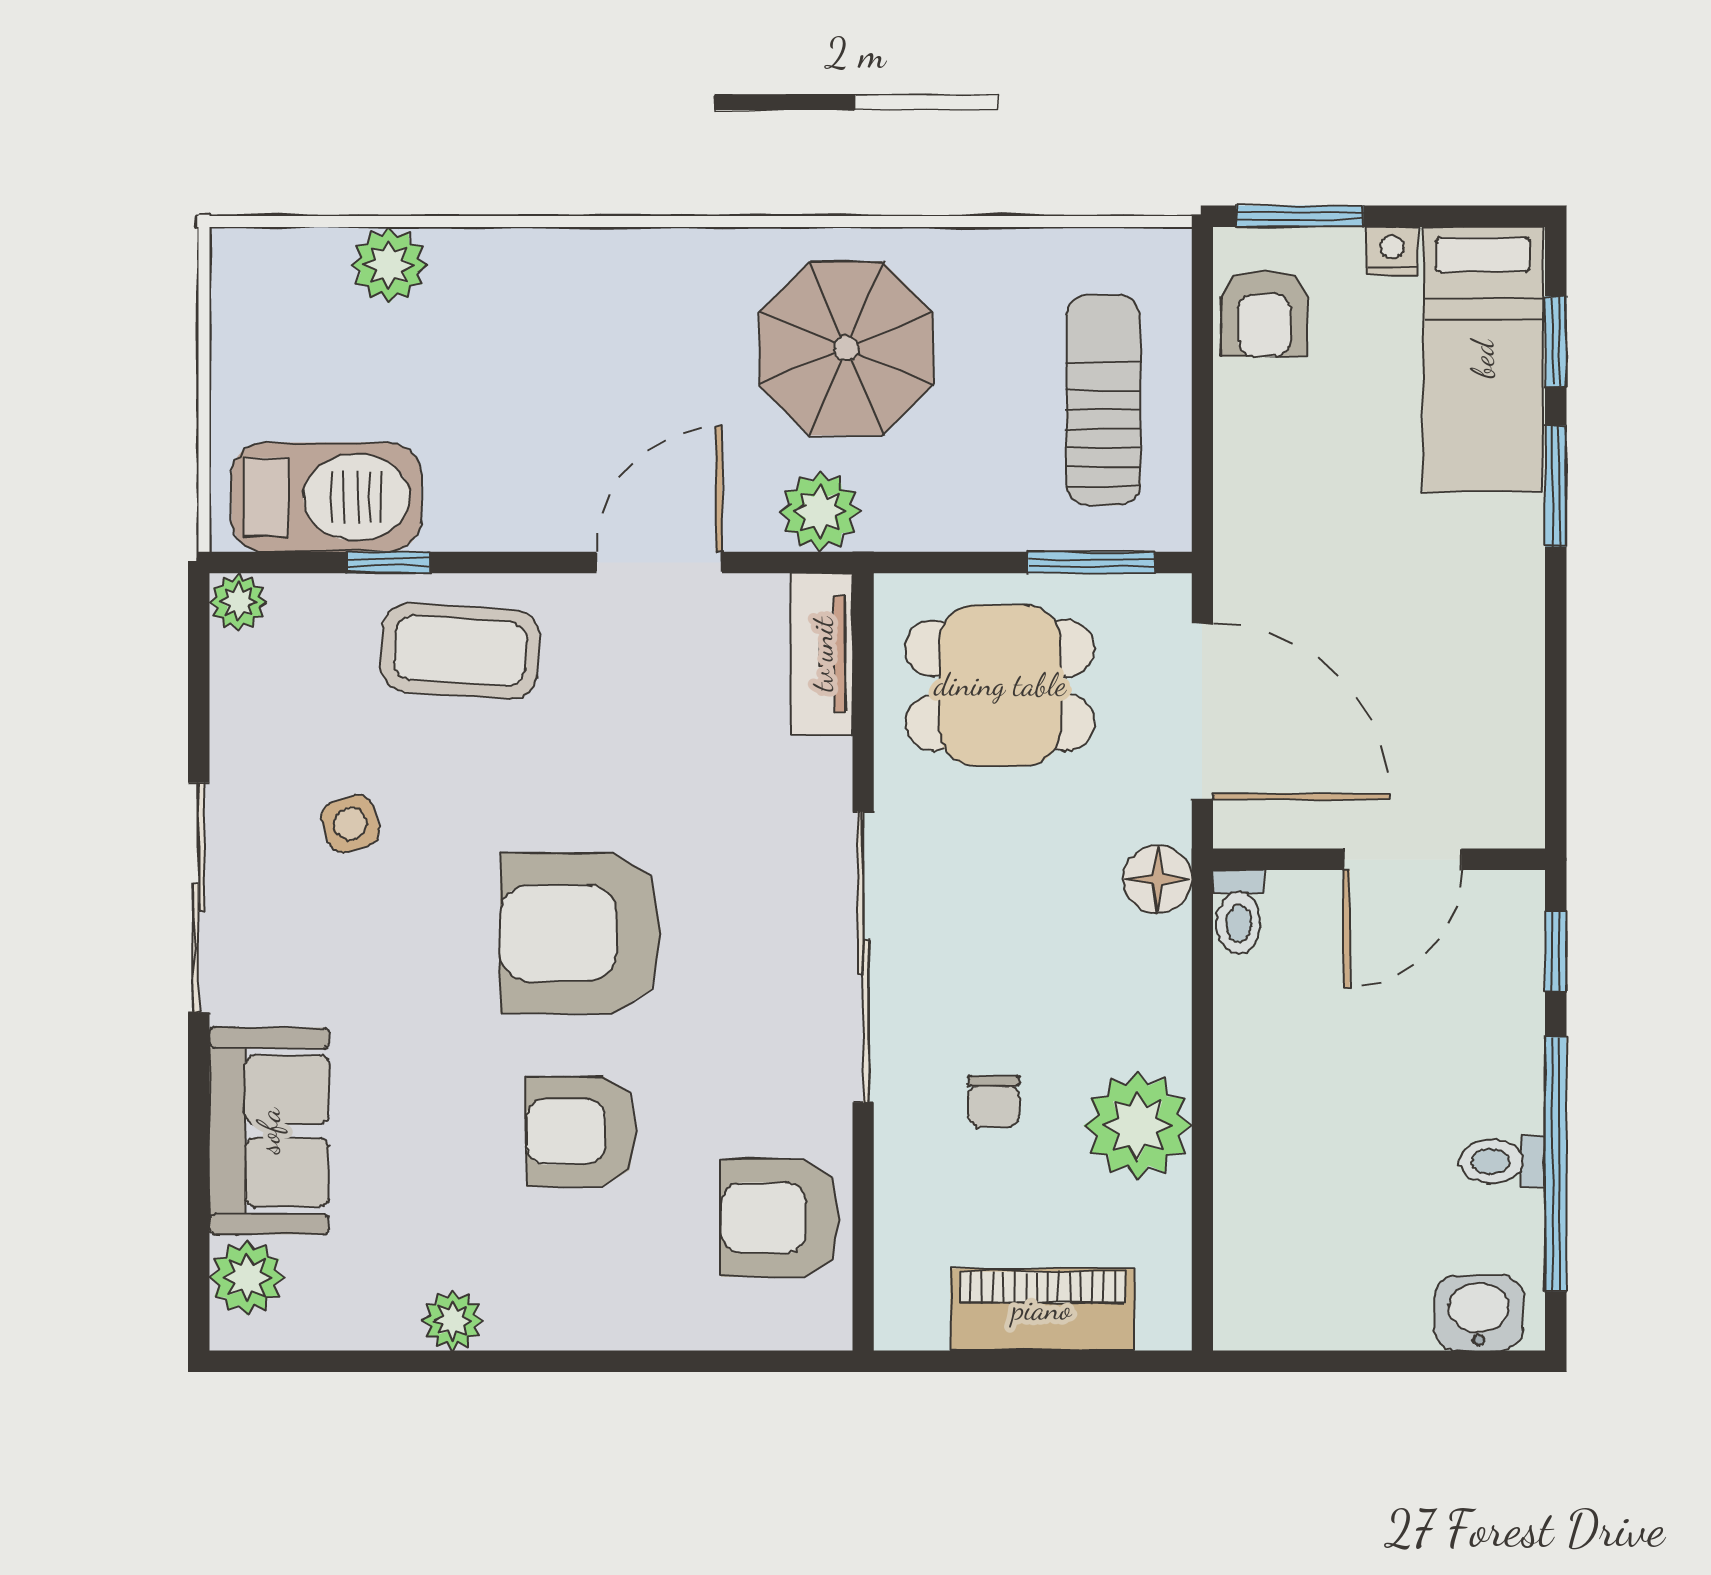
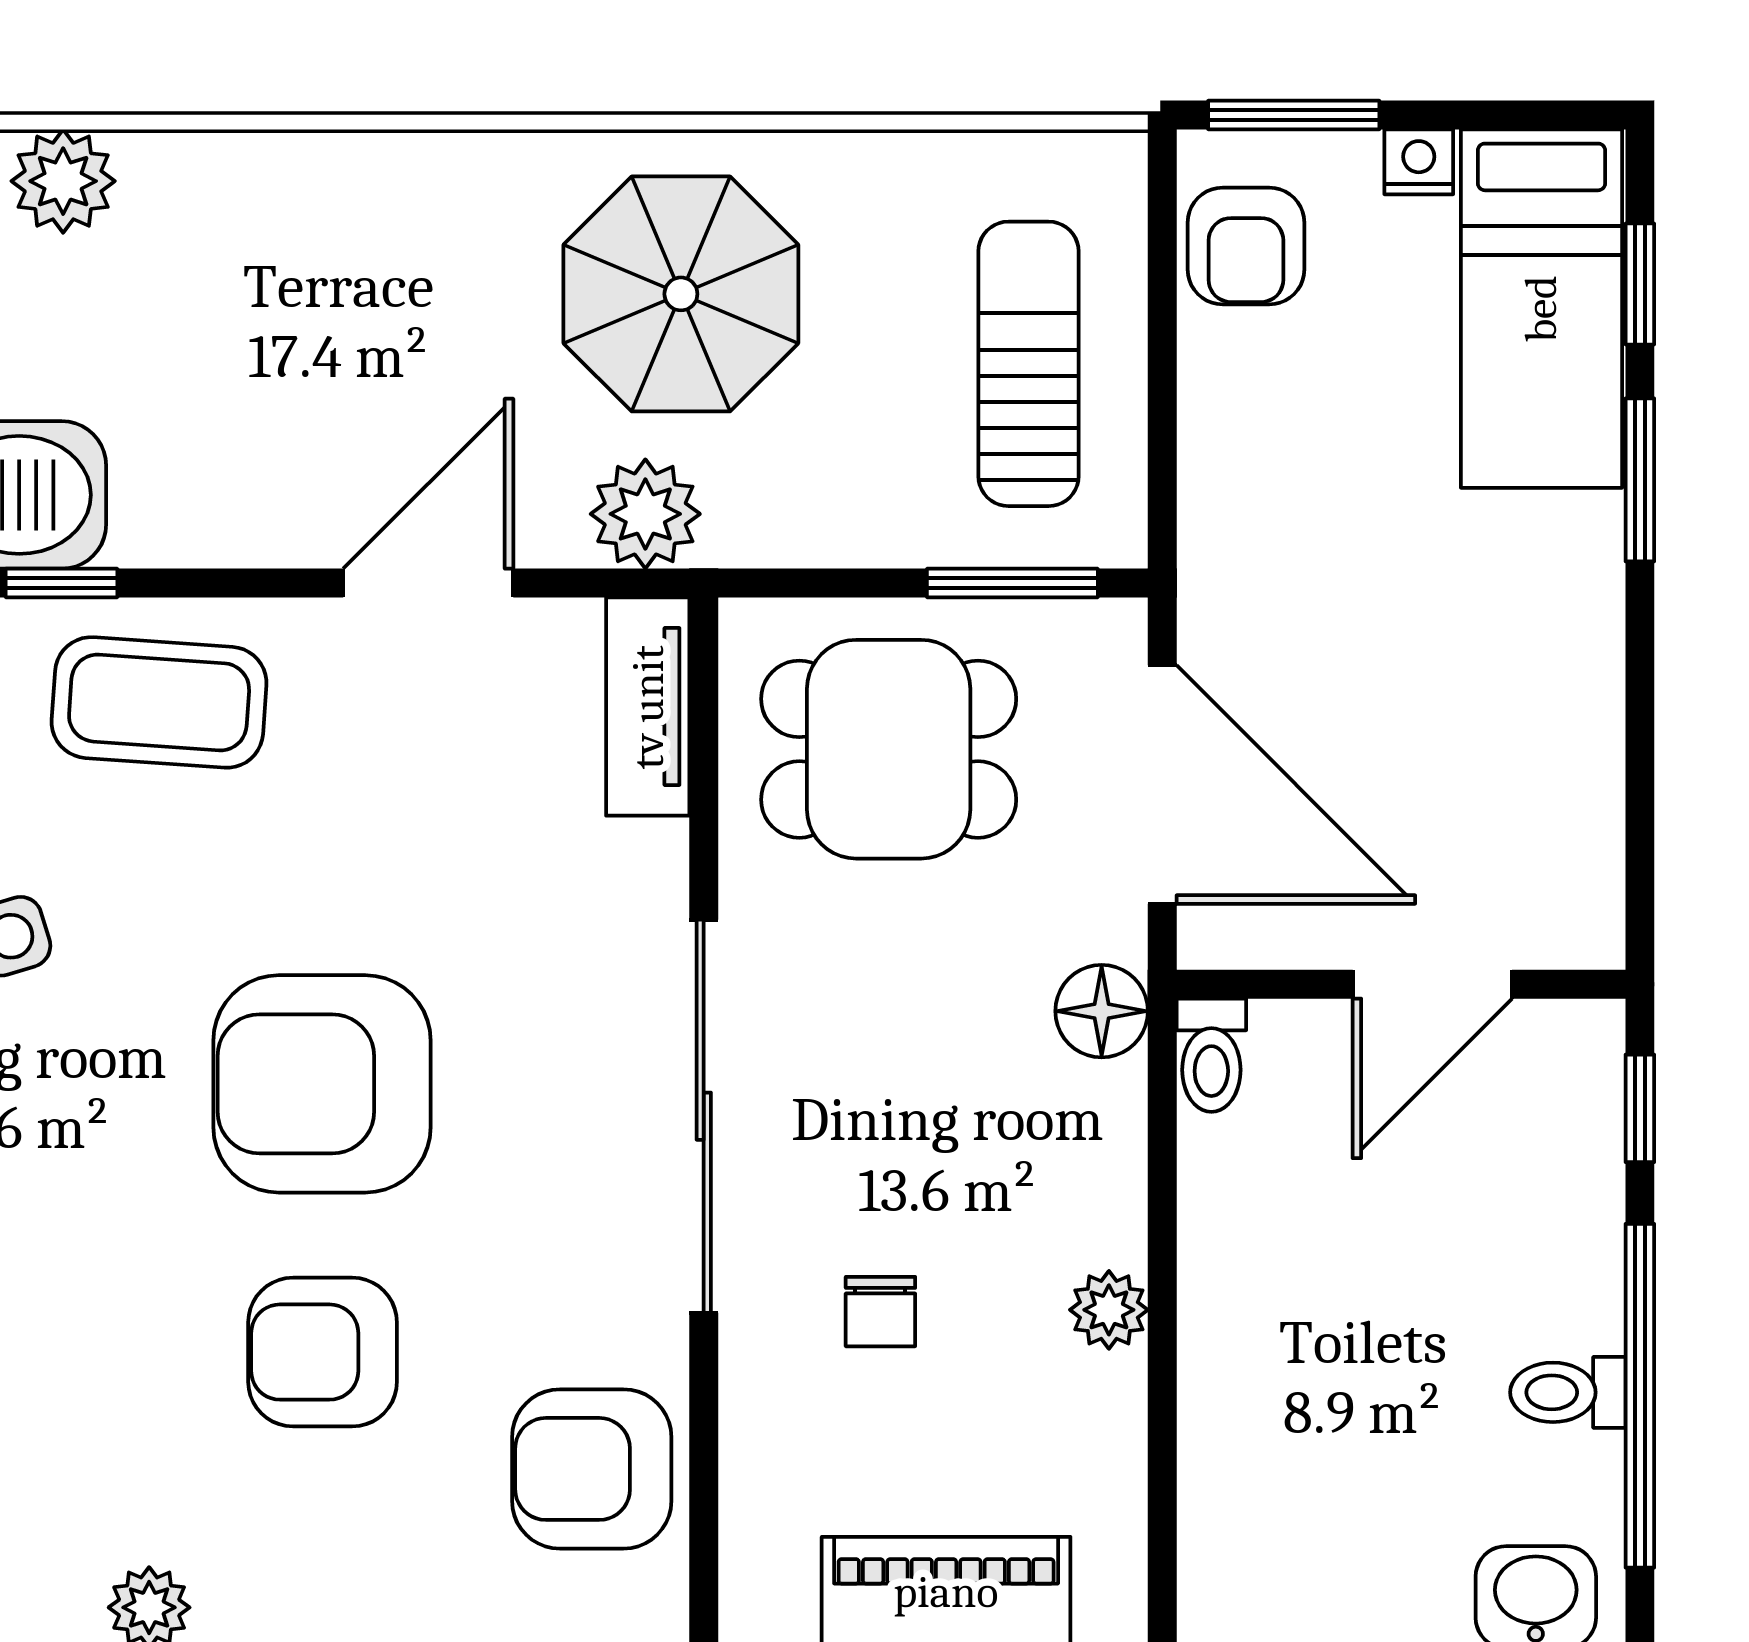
plant: (1138, 1126) -> (1109, 1310), width x0.53, depth x0.53

